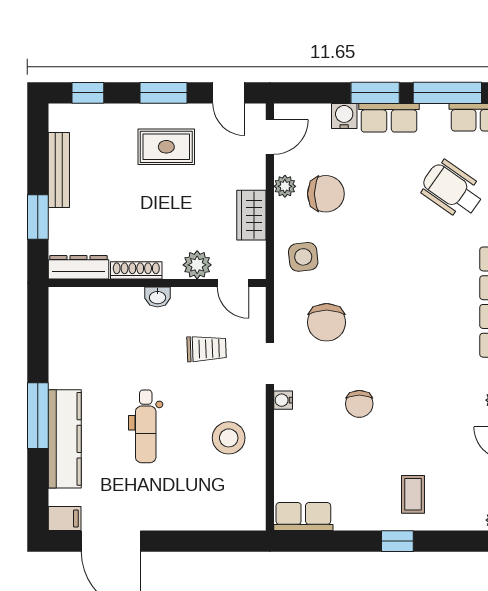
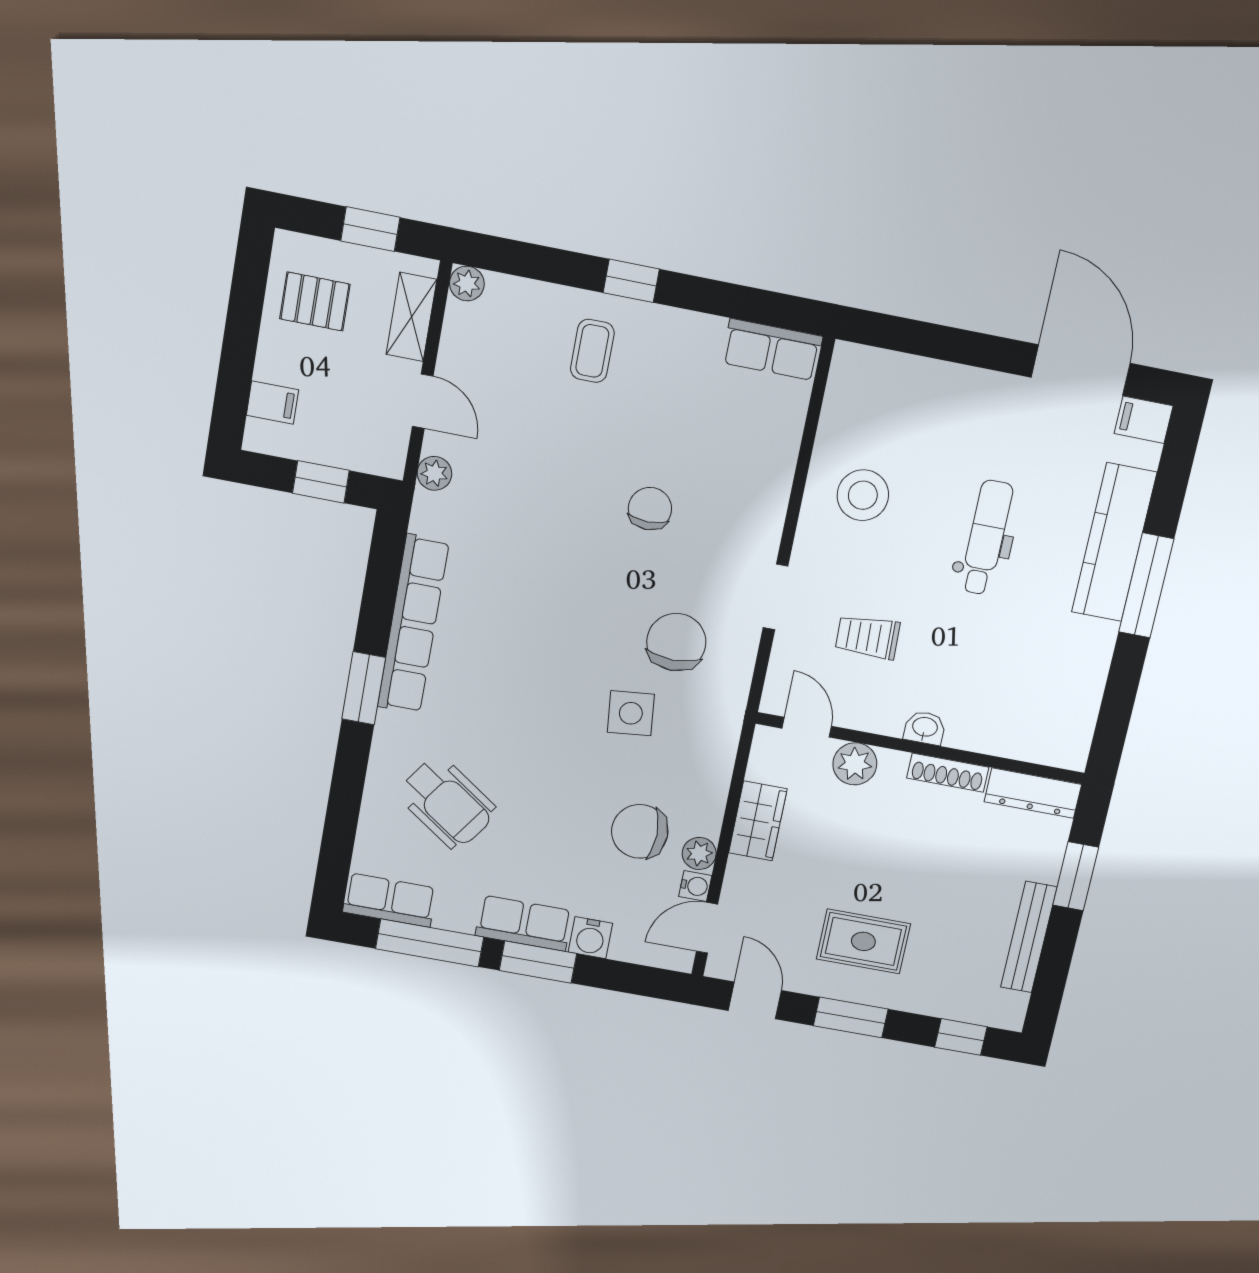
side table: (303, 257) -> (631, 713), moved
water cooler: (283, 400) -> (695, 886), moved

